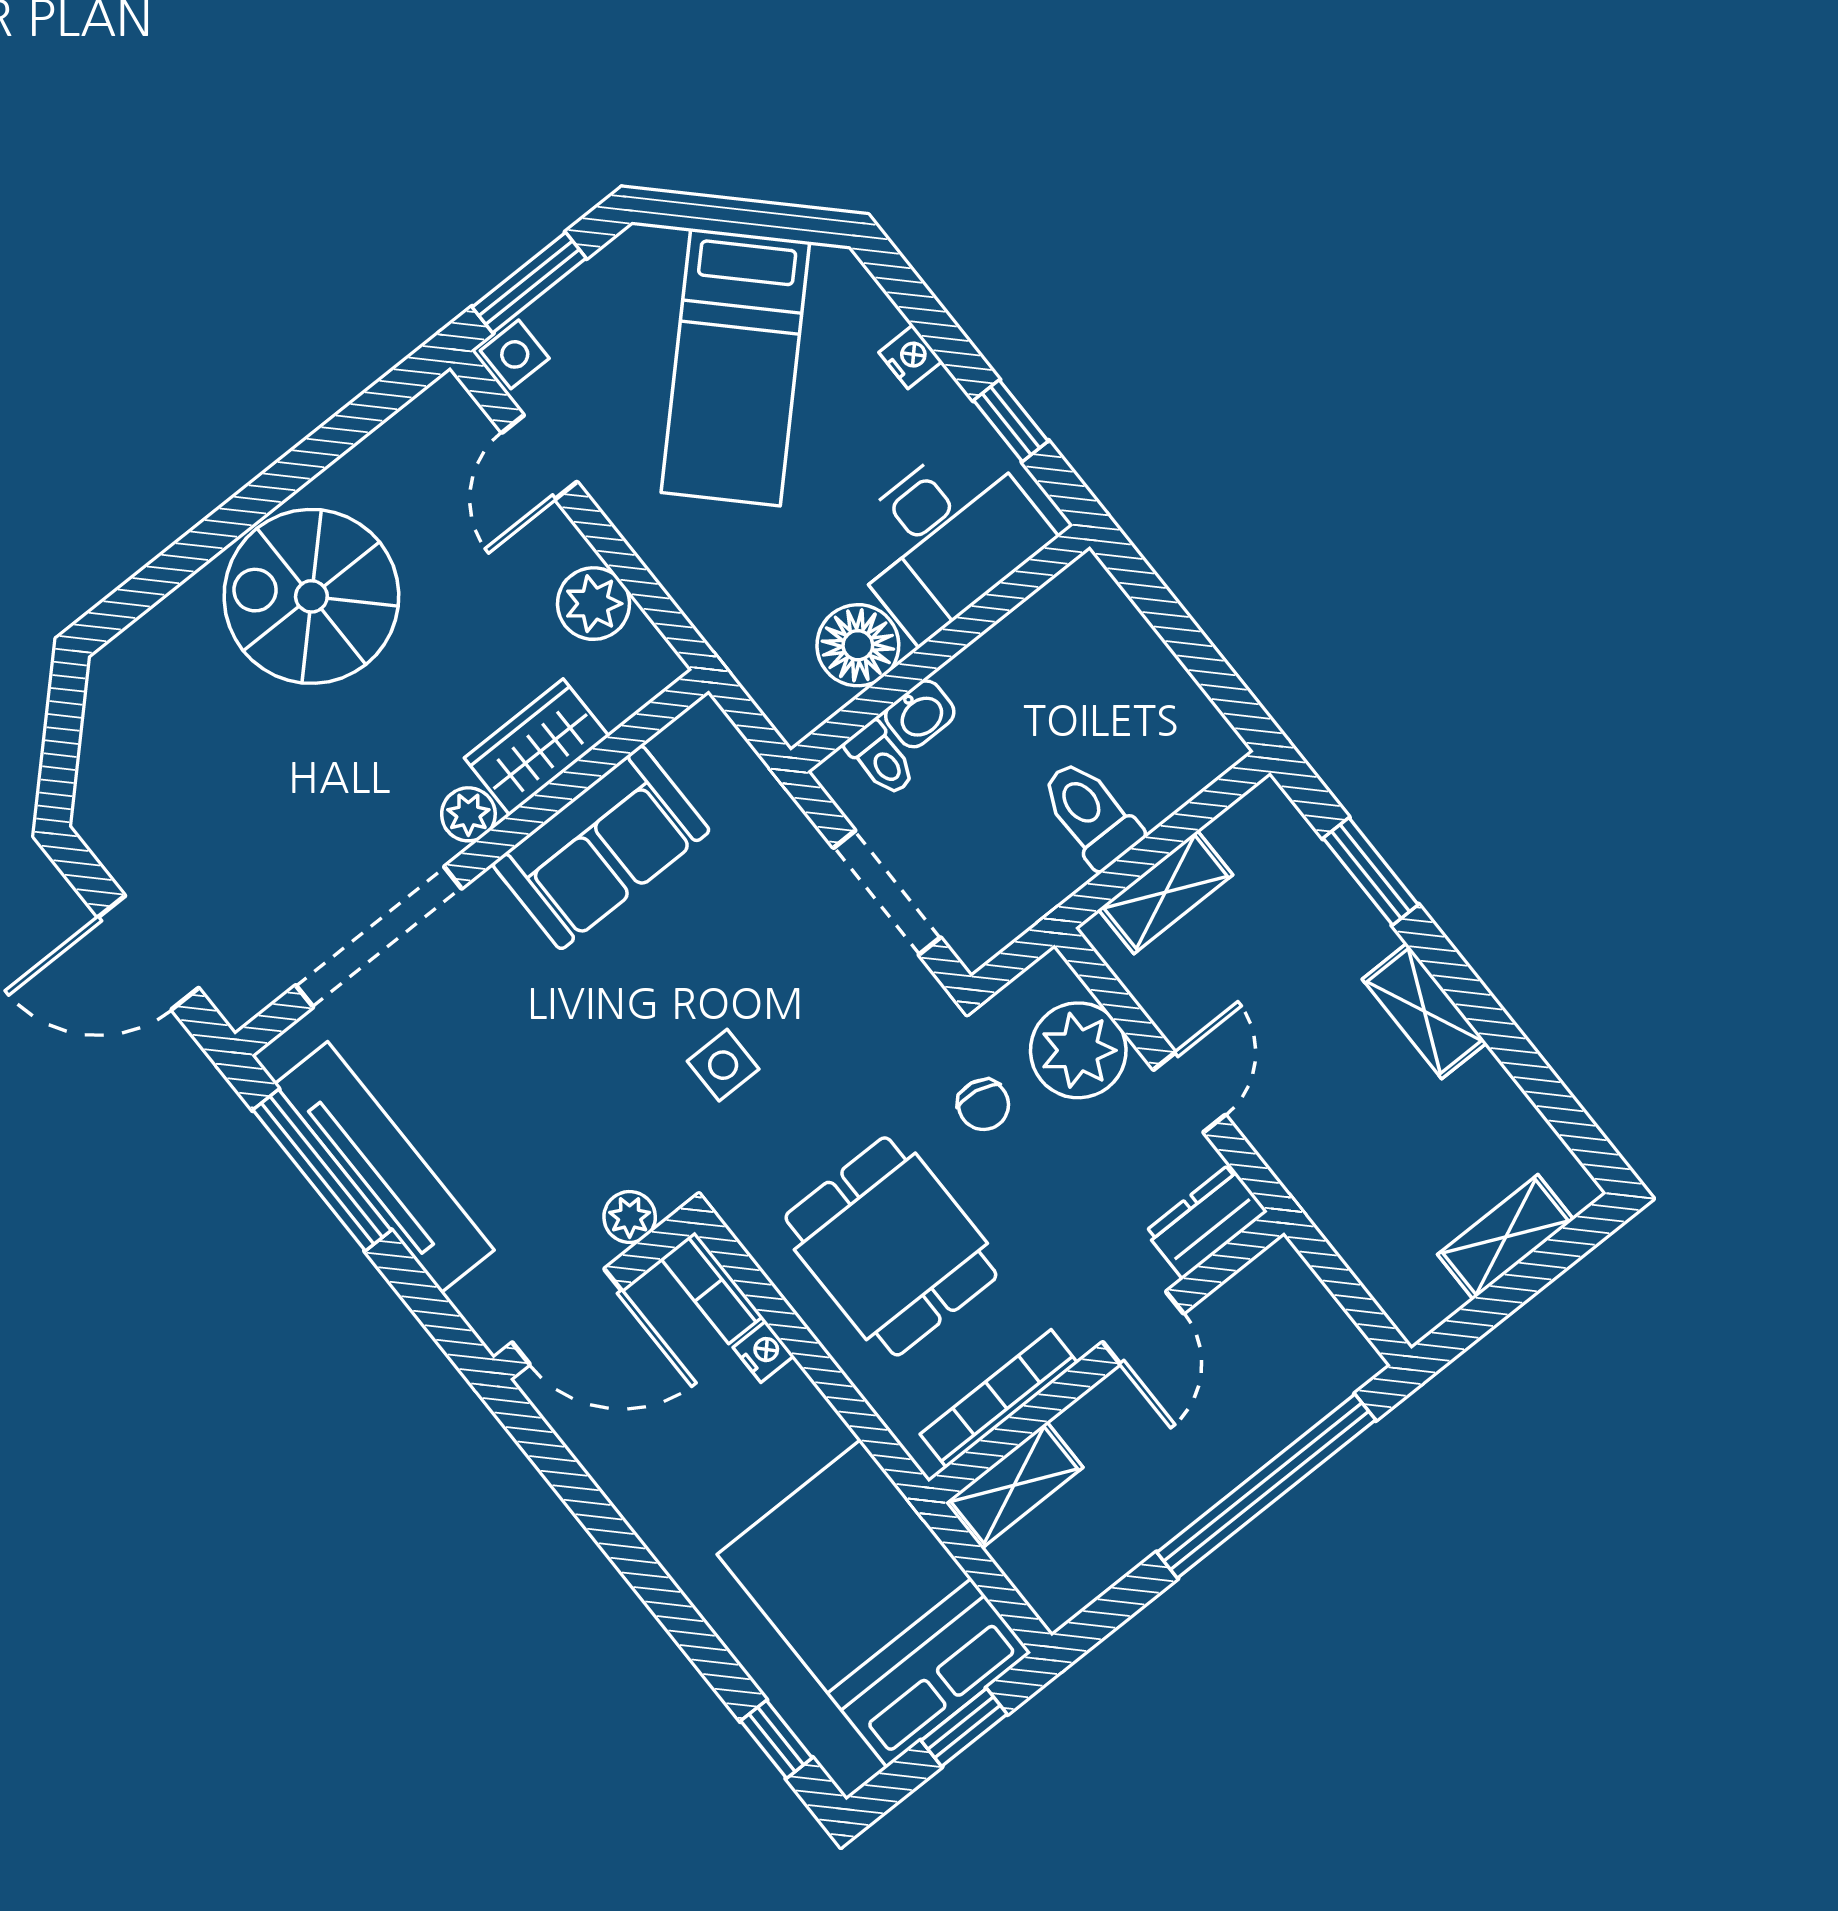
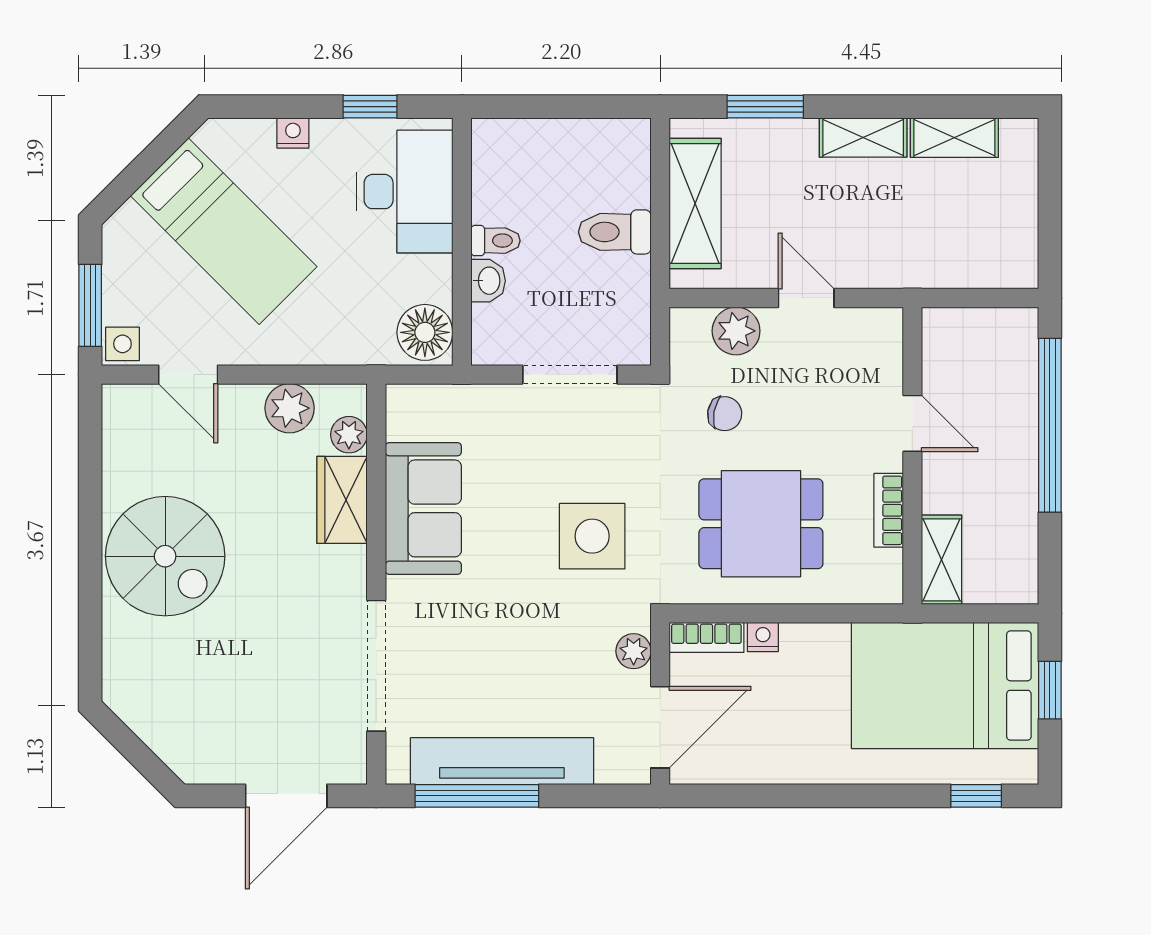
spiral stairs: (311, 596) -> (165, 556), turned -90
floor lamp: (858, 645) -> (425, 332), moved
toilet: (881, 759) -> (496, 241), moved
plant: (468, 814) -> (349, 435), moved
shelving: (1166, 892) -> (695, 204), width x1.50, depth x1.33
plant: (1078, 1050) -> (736, 331), width x0.73, depth x0.73
side table: (723, 1065) -> (592, 536), width x1.87, depth x1.87
dresser: (1206, 1222) -> (882, 344), removed
shelving: (1506, 1237) -> (954, 138), moved, turned 90
bookcase: (999, 1399) -> (889, 510), width x0.64

